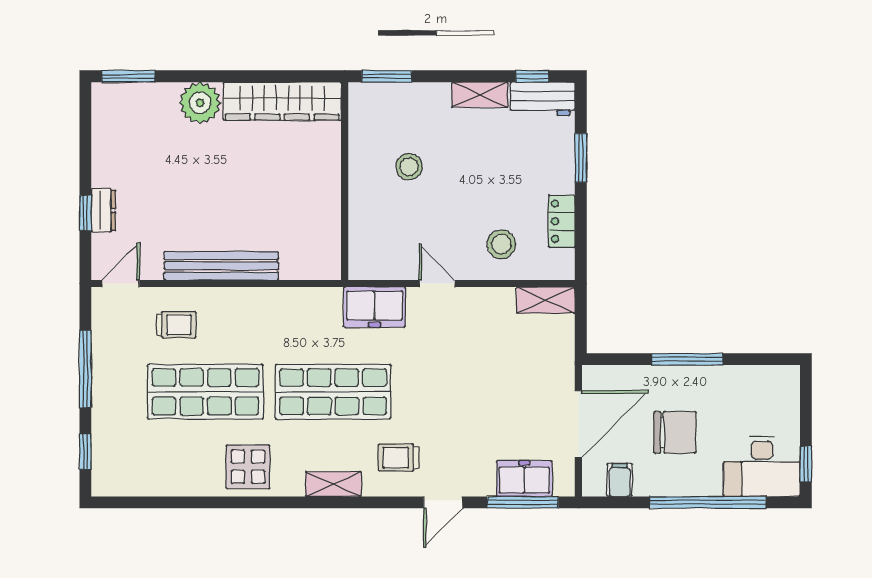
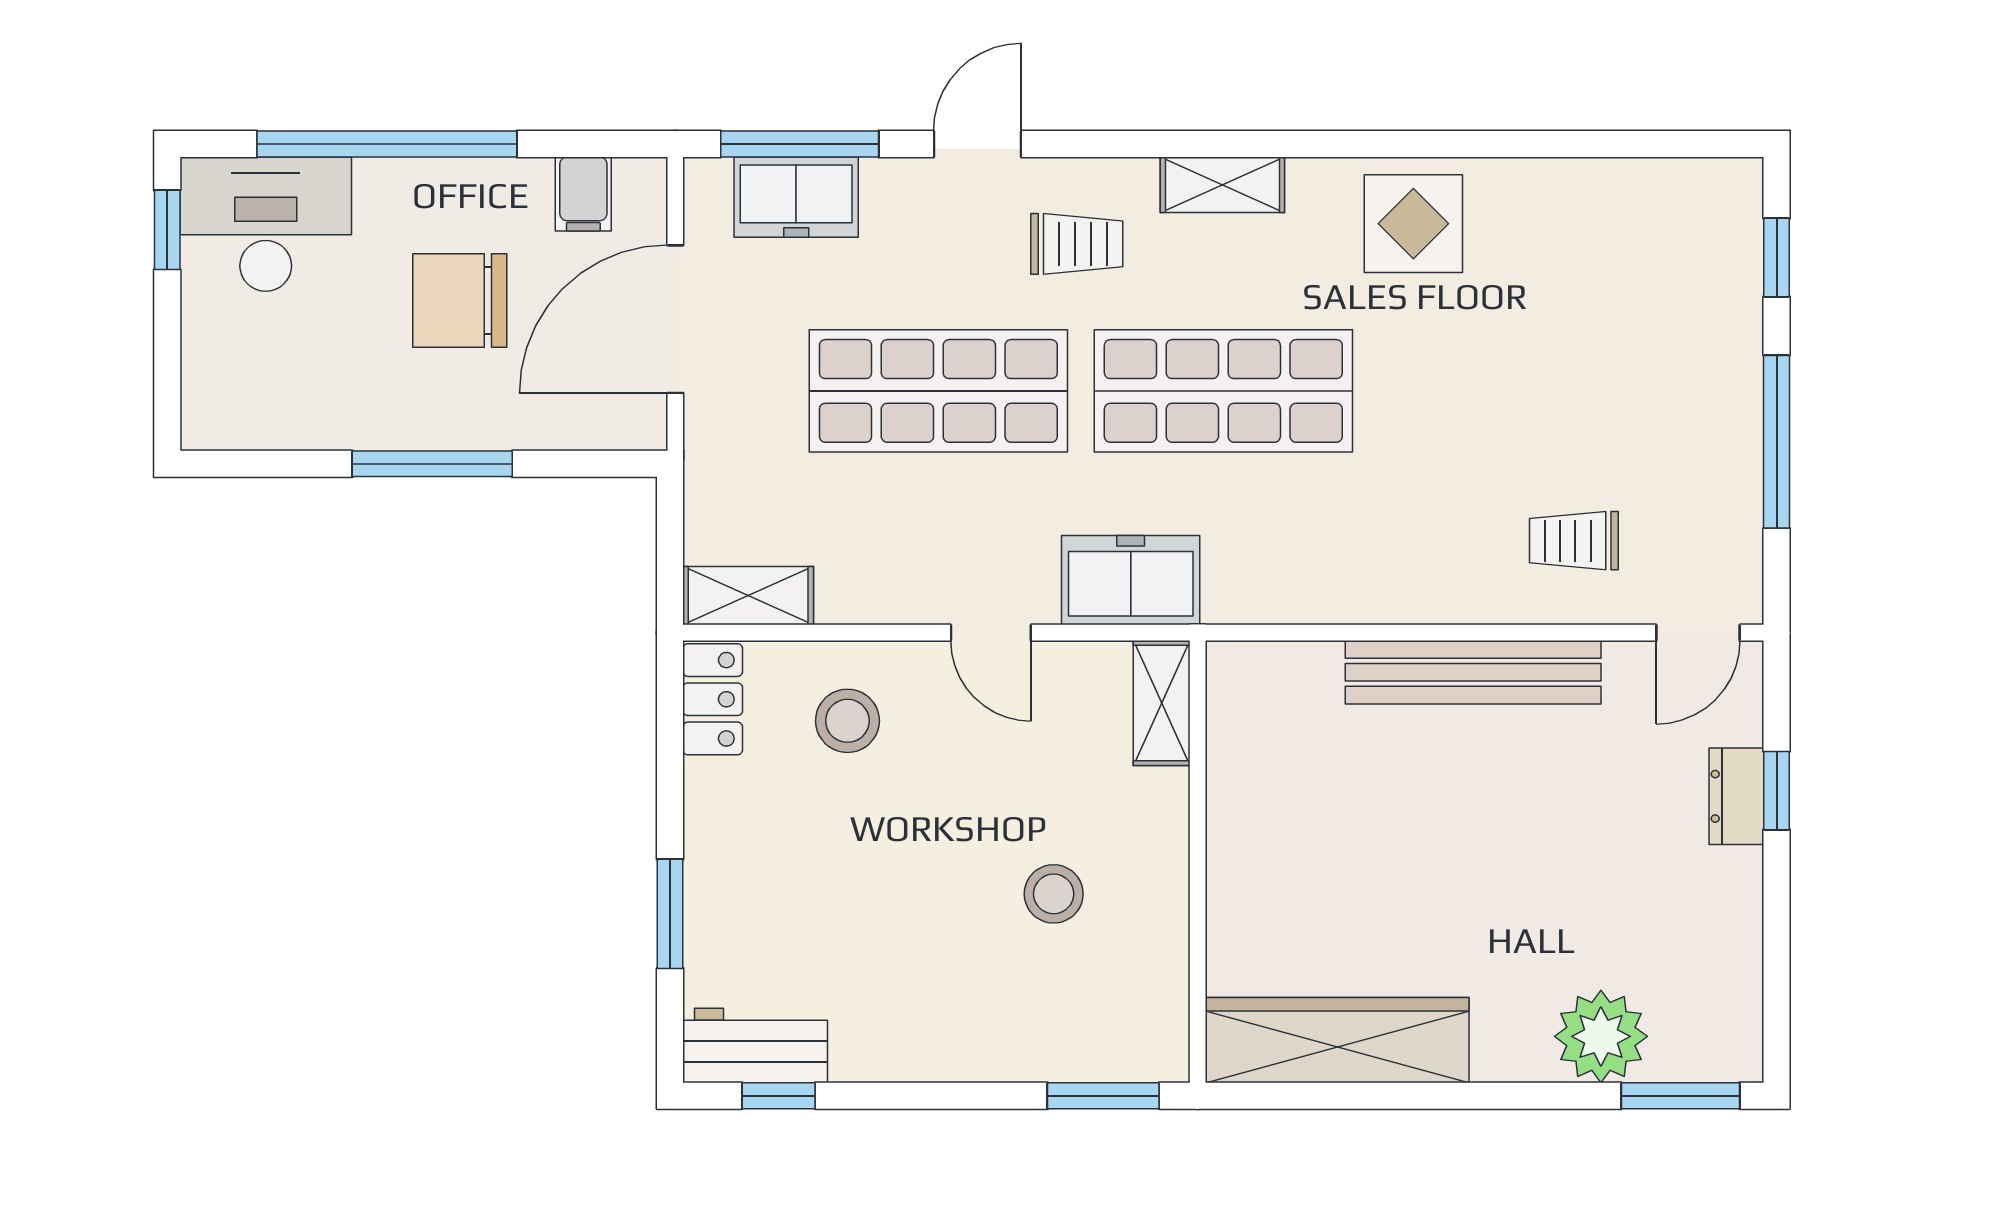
shelving: (480, 95) -> (1162, 703), moved, turned 90
plant: (200, 103) -> (1601, 1036), moved
locker: (562, 221) -> (713, 699), moved
shop shelf: (205, 392) -> (938, 391), moved

